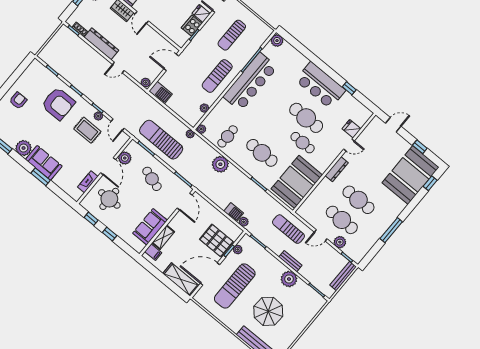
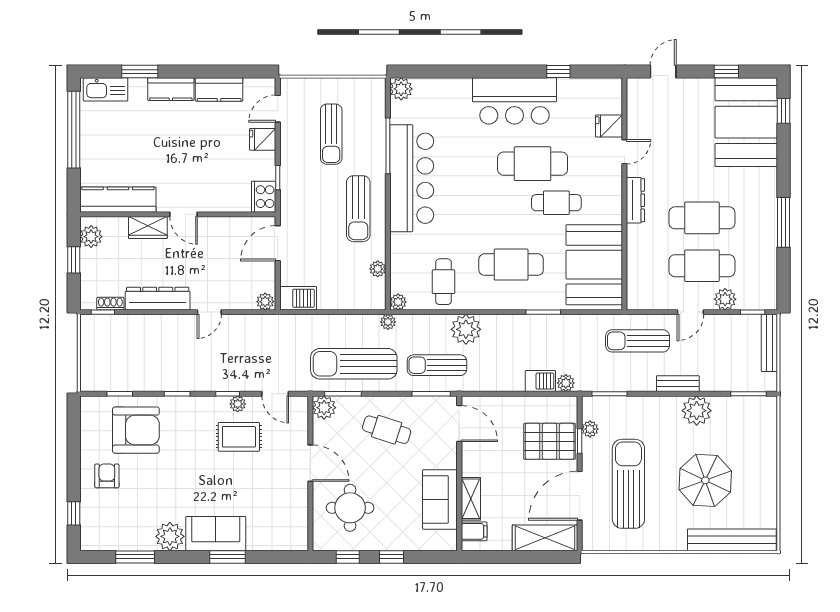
cooker: (192, 26) -> (264, 197), moved
armchair: (58, 104) -> (136, 430), moved
plant: (125, 158) -> (324, 408), moved
sun lounger: (196, 169) -> (437, 365), added
fireplace: (88, 182) -> (300, 509), removed
sun lounger: (235, 286) -> (628, 484), turned 180

